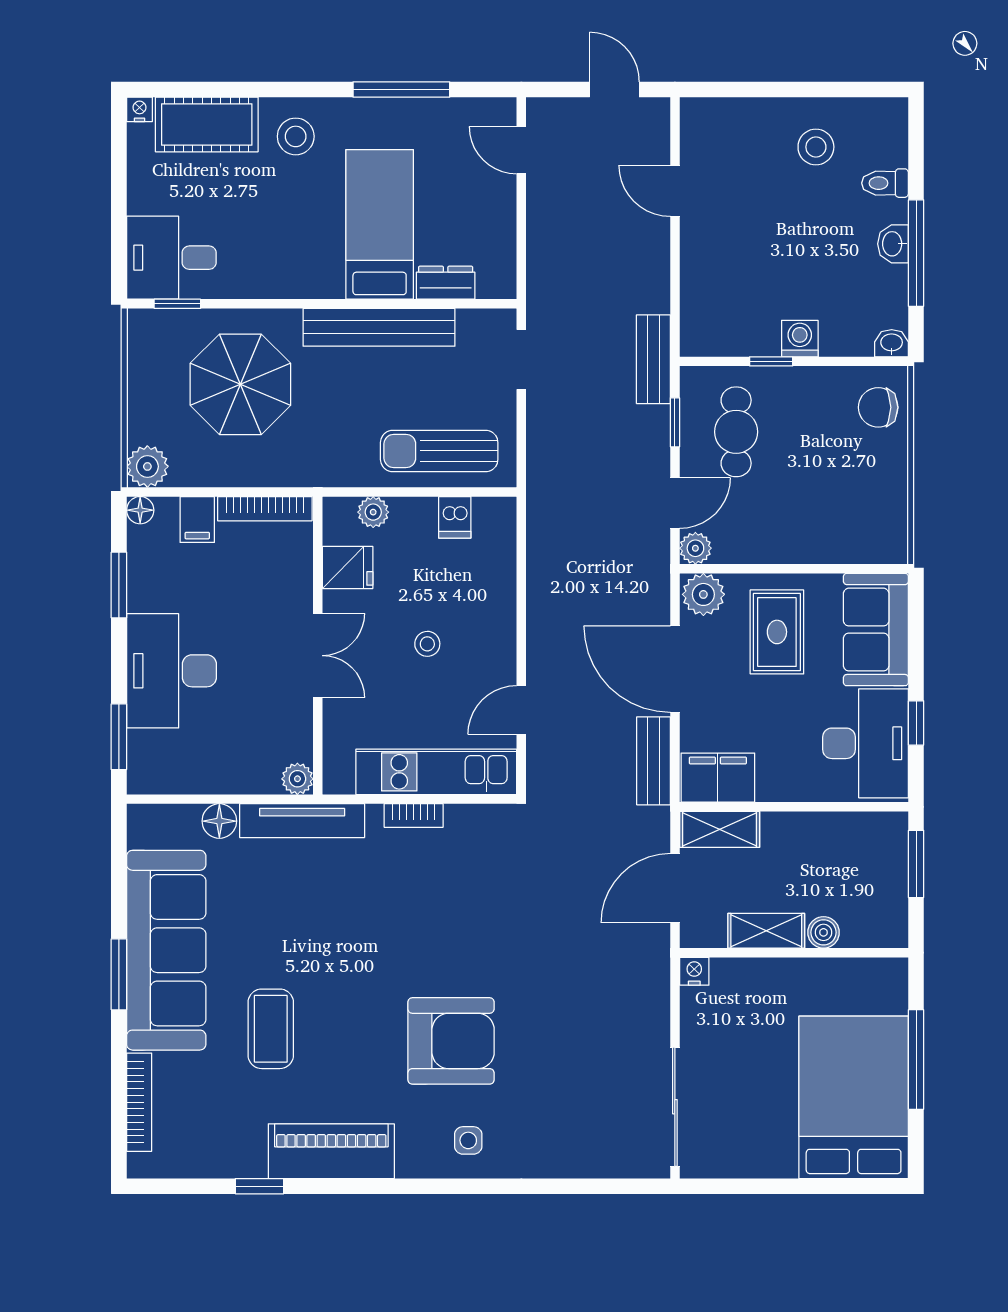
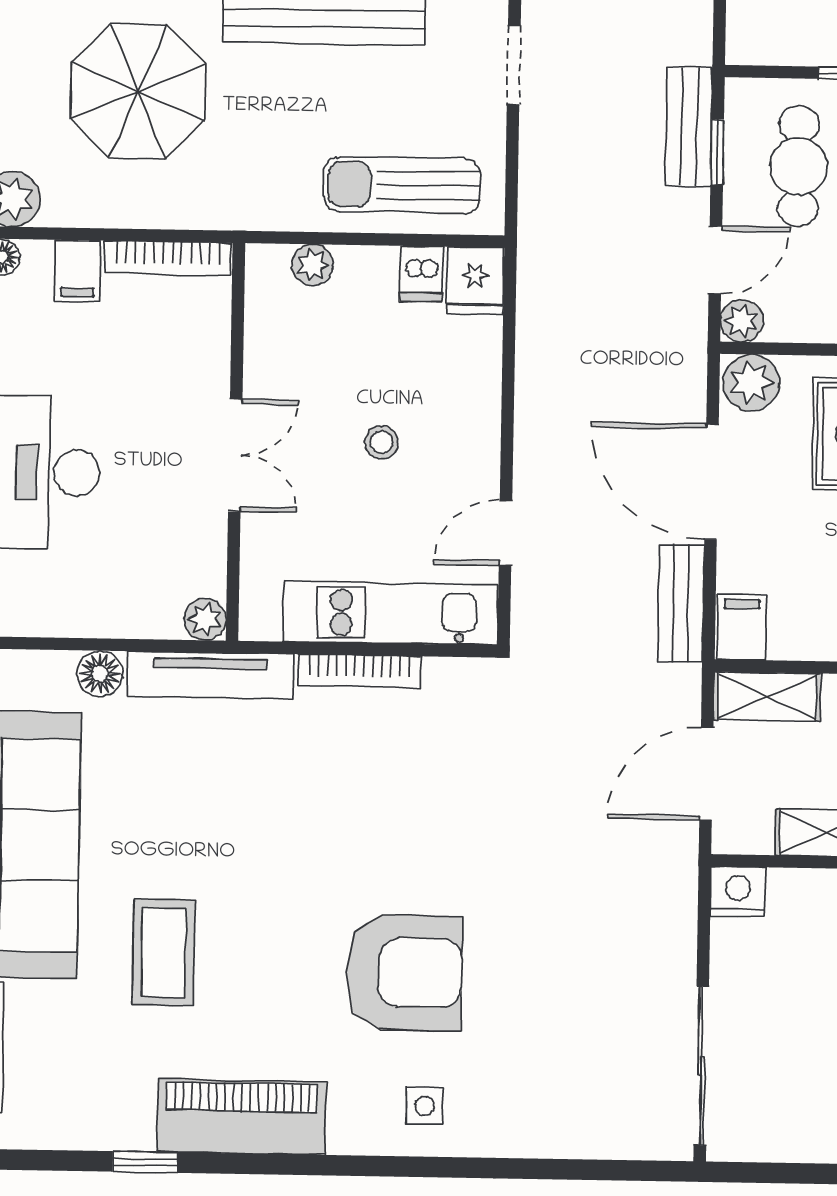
bench: (653, 359) -> (689, 126), moved
fridge: (348, 567) -> (475, 281), moved, turned 90
filing cabinet: (718, 778) -> (742, 627), width x0.50
bookcase: (414, 816) -> (359, 671), width x1.56
nightstand: (694, 971) -> (738, 892), width x1.39, depth x1.35

